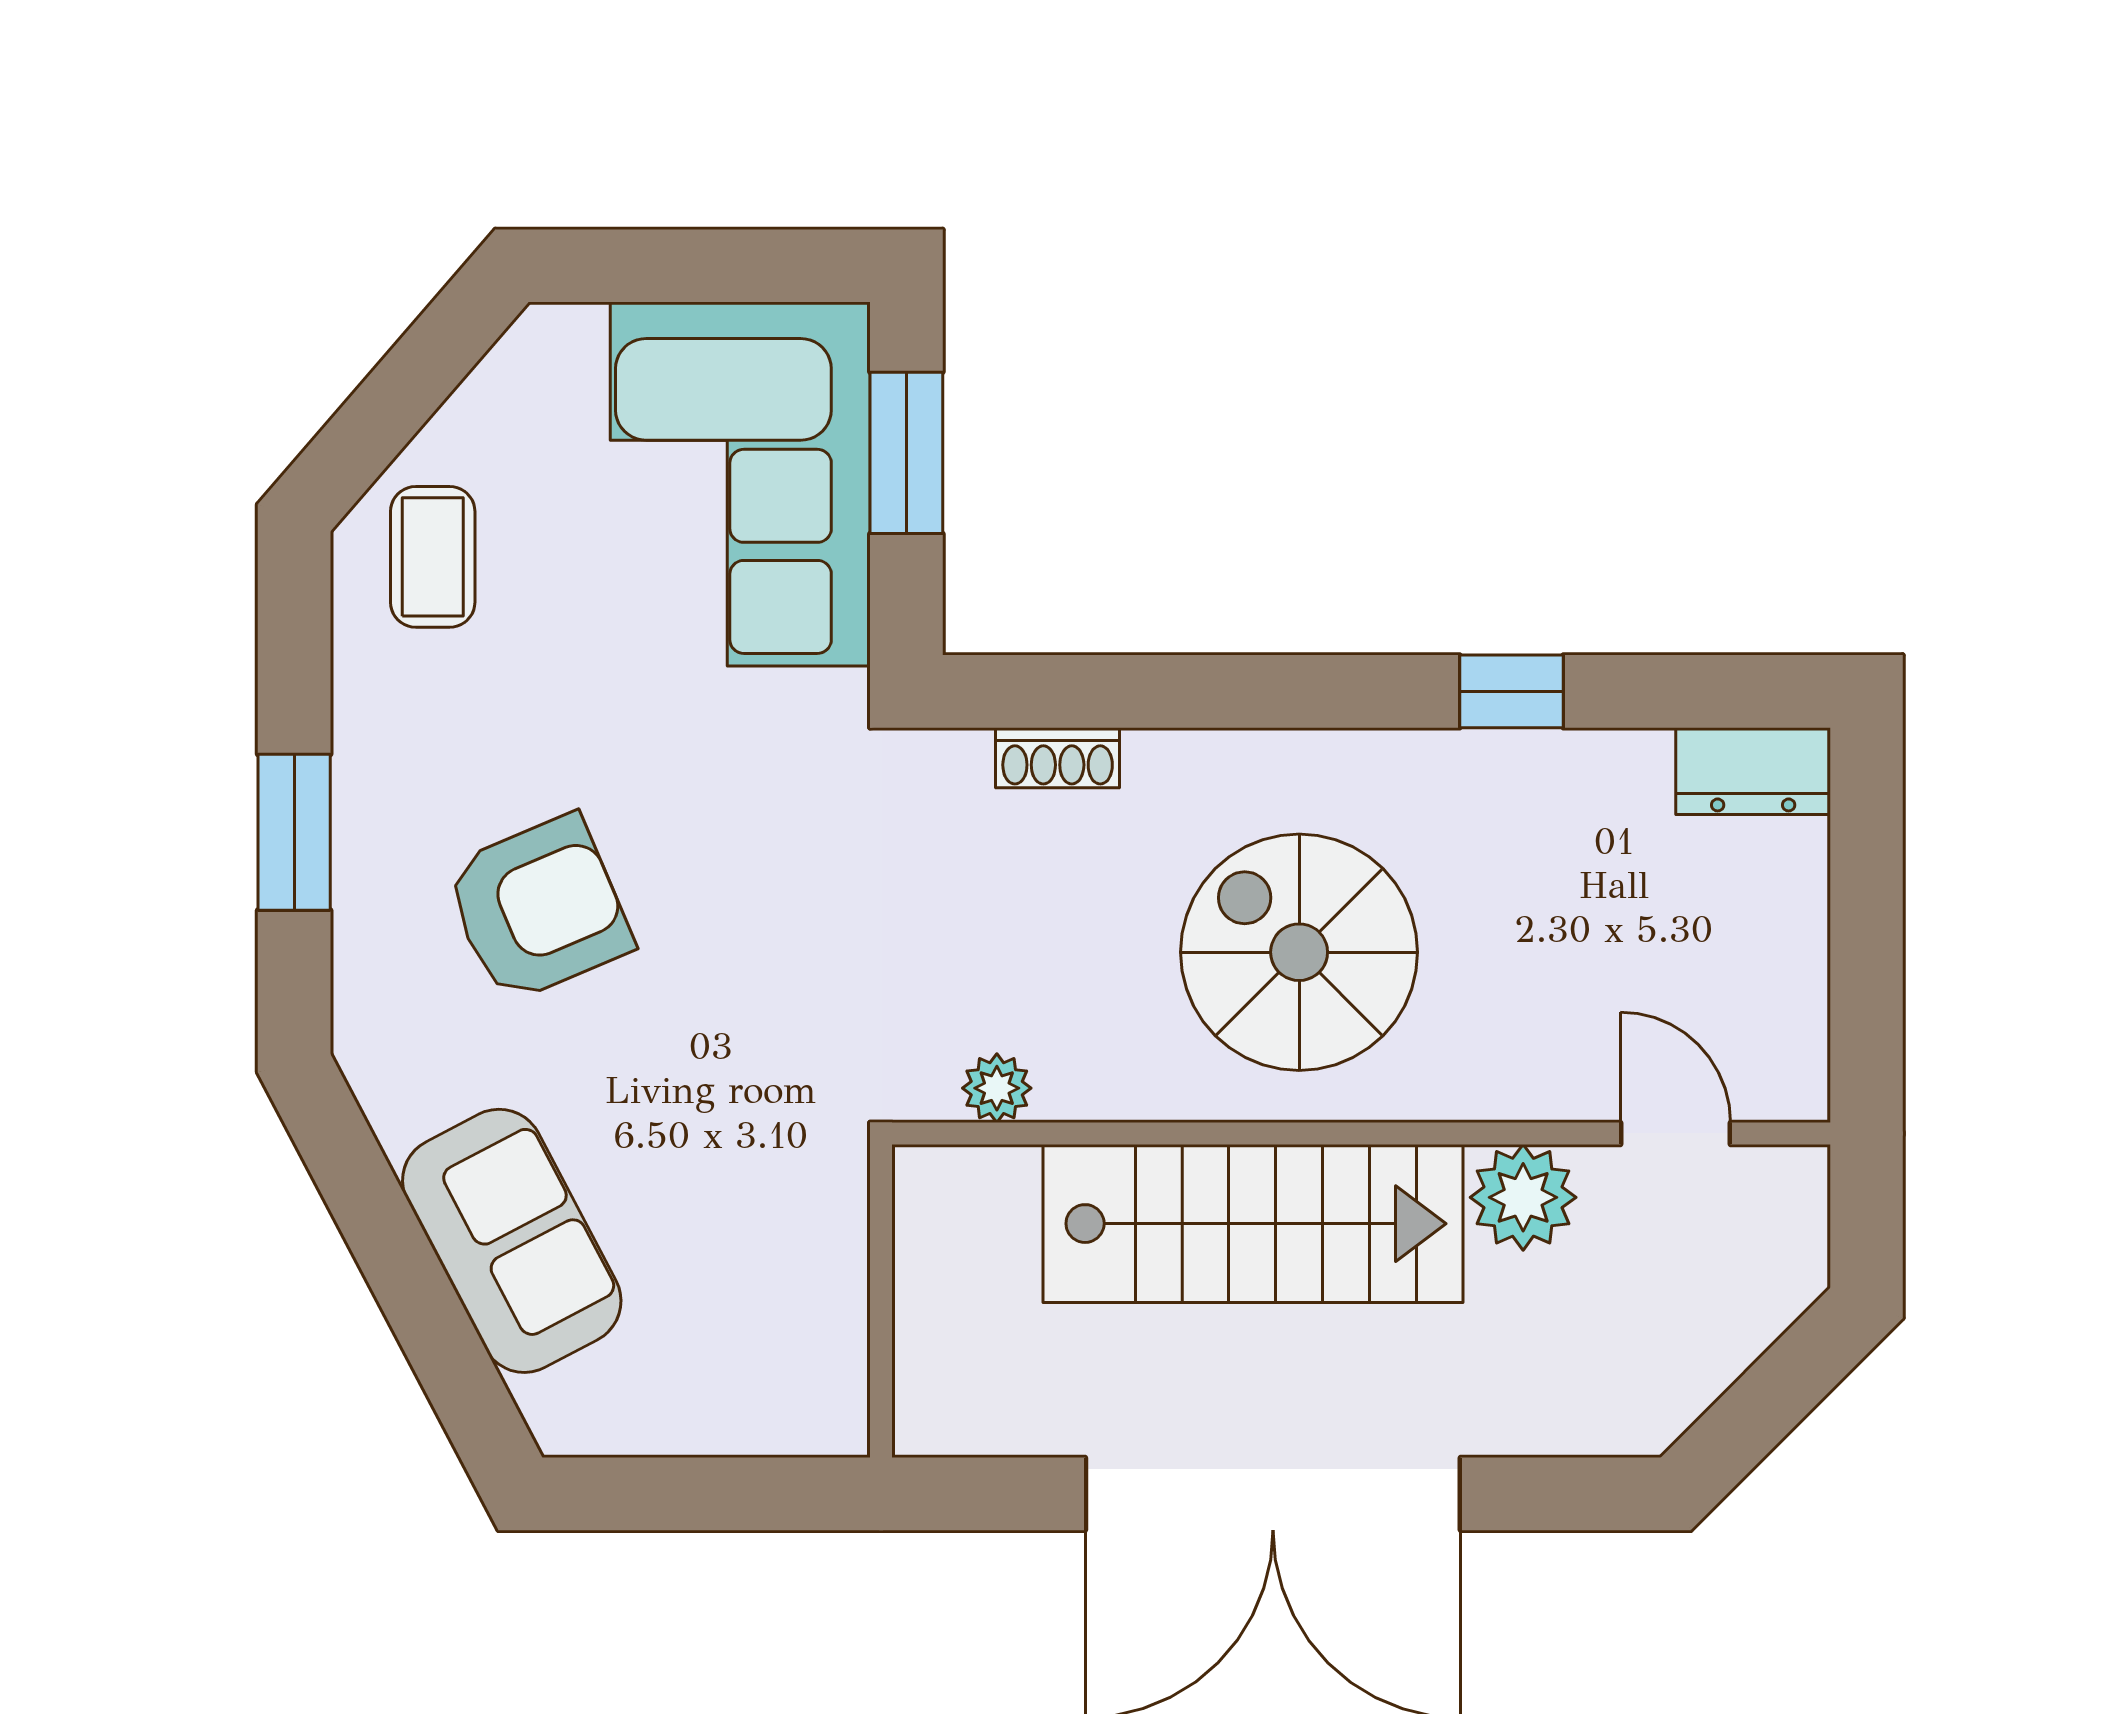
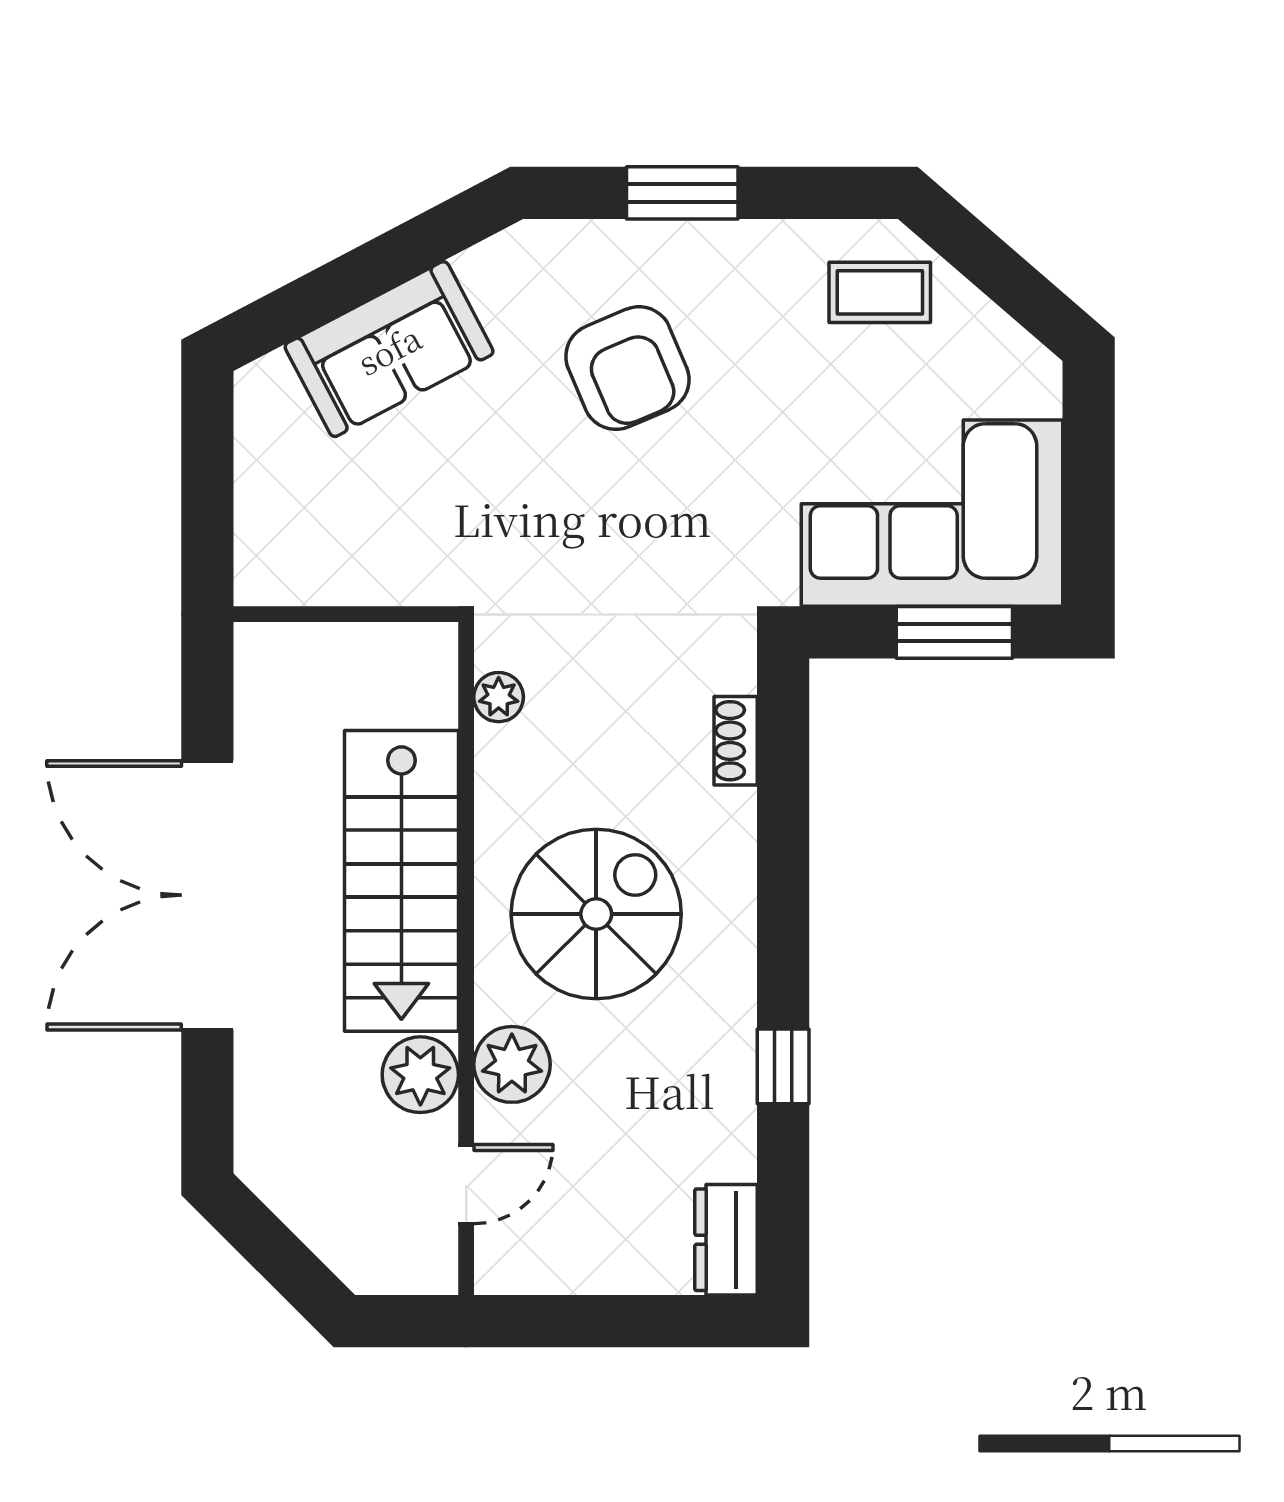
plant: (1509, 1070) -> (512, 1064), added

